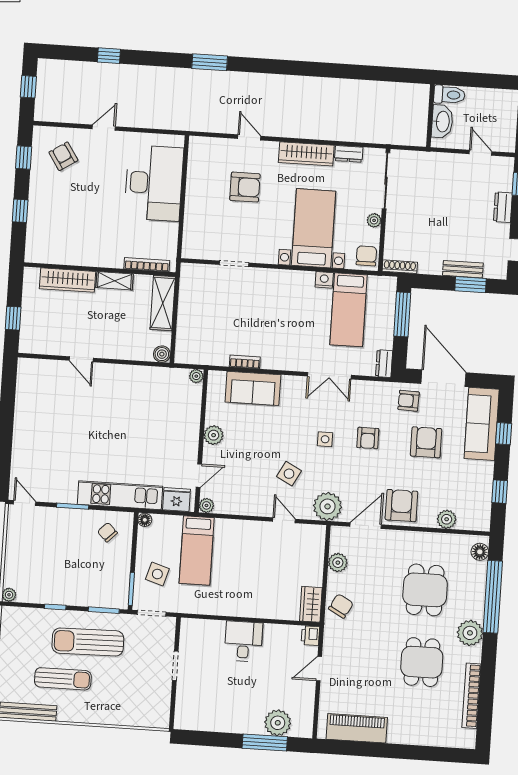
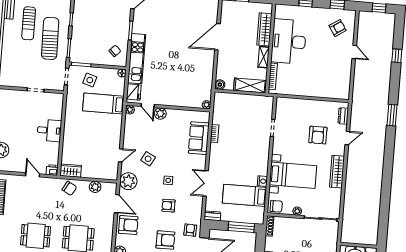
dresser: (349, 154) -> (343, 116), moved
desk: (154, 183) -> (289, 41), moved, turned 90
door: (81, 359) -> (217, 37), width x1.88
plant: (214, 435) -> (160, 114), moved

